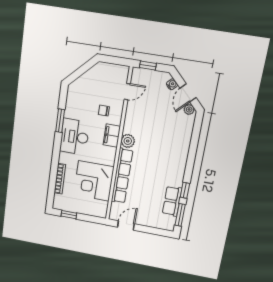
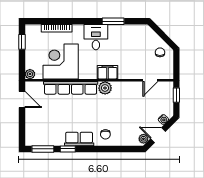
door: (127, 92) -> (150, 80), hinge flipped
chair: (104, 111) -> (160, 52), moved
desk: (75, 137) -> (96, 37), width x0.73
chair: (177, 149) -> (105, 134), added
row of seats: (172, 201) -> (79, 139), moved
plant: (102, 213) -> (30, 74), added

